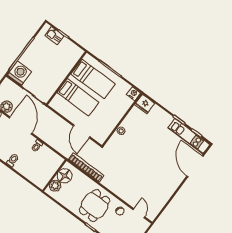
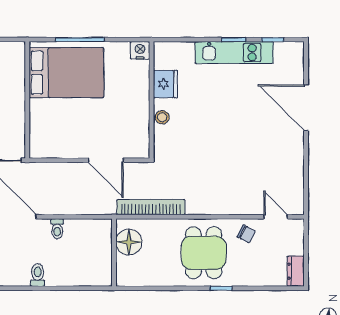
bed: (93, 79) -> (66, 73), width x1.50
bed: (78, 97) -> (64, 115), removed
fridge: (145, 104) -> (165, 84), moved, turned -90
kitchen unit: (189, 136) -> (234, 53), moved
door: (195, 166) -> (306, 108), moved
plant: (55, 186) -> (126, 267), removed

